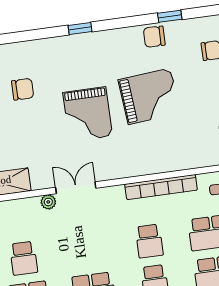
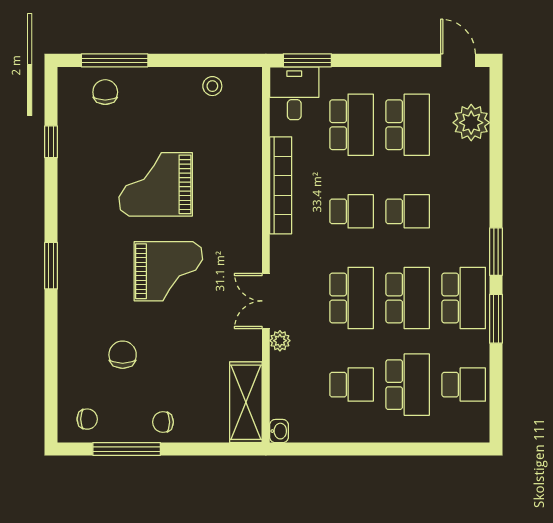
window: (80, 29) -> (51, 266), width x1.50
chair: (154, 37) -> (76, 167), removed
grand piano: (149, 96) -> (156, 184), turned -85
school desk: (86, 250) -> (352, 298), added

